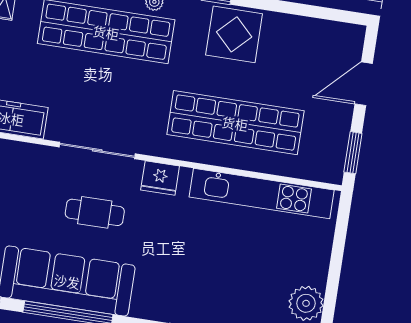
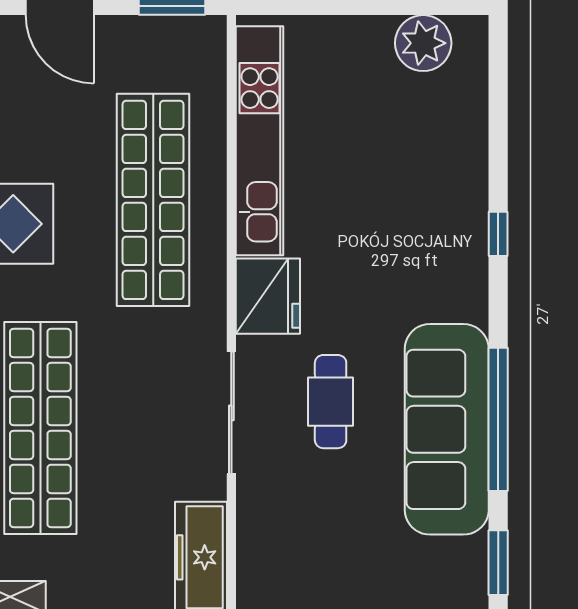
fridge: (160, 178) -> (268, 296), width x1.36, depth x1.34

